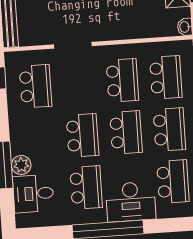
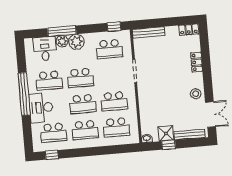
plant: (23, 141) -> (76, 42), added

